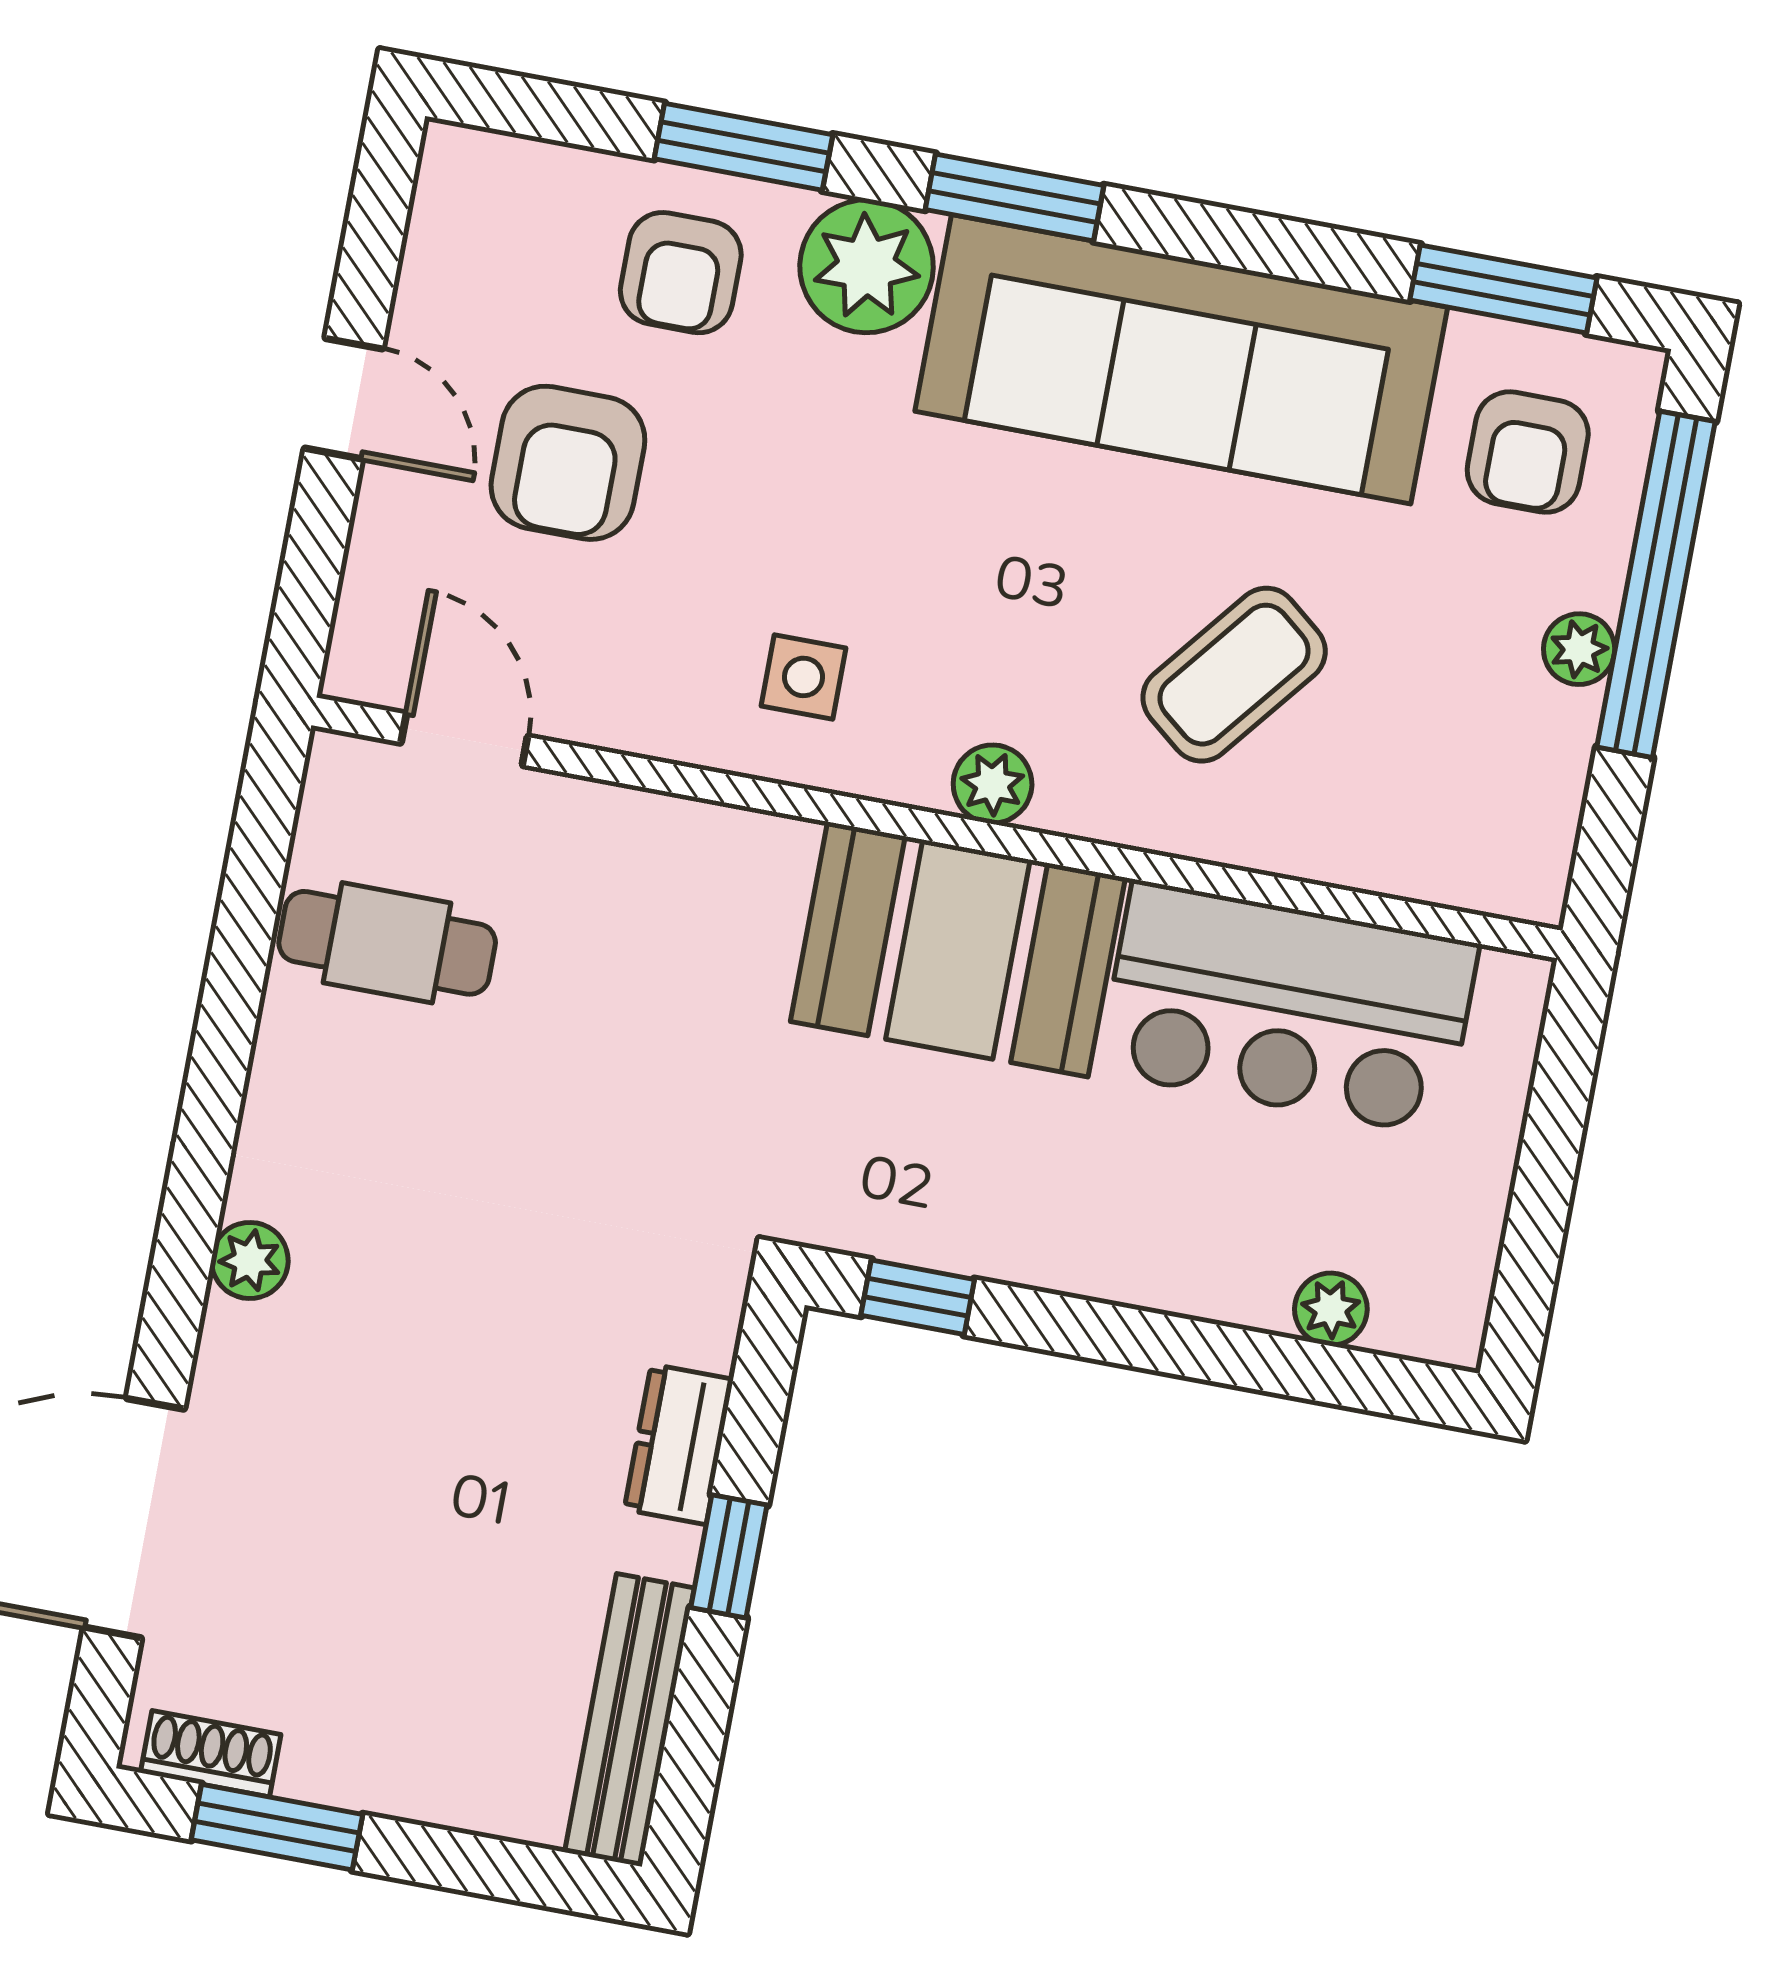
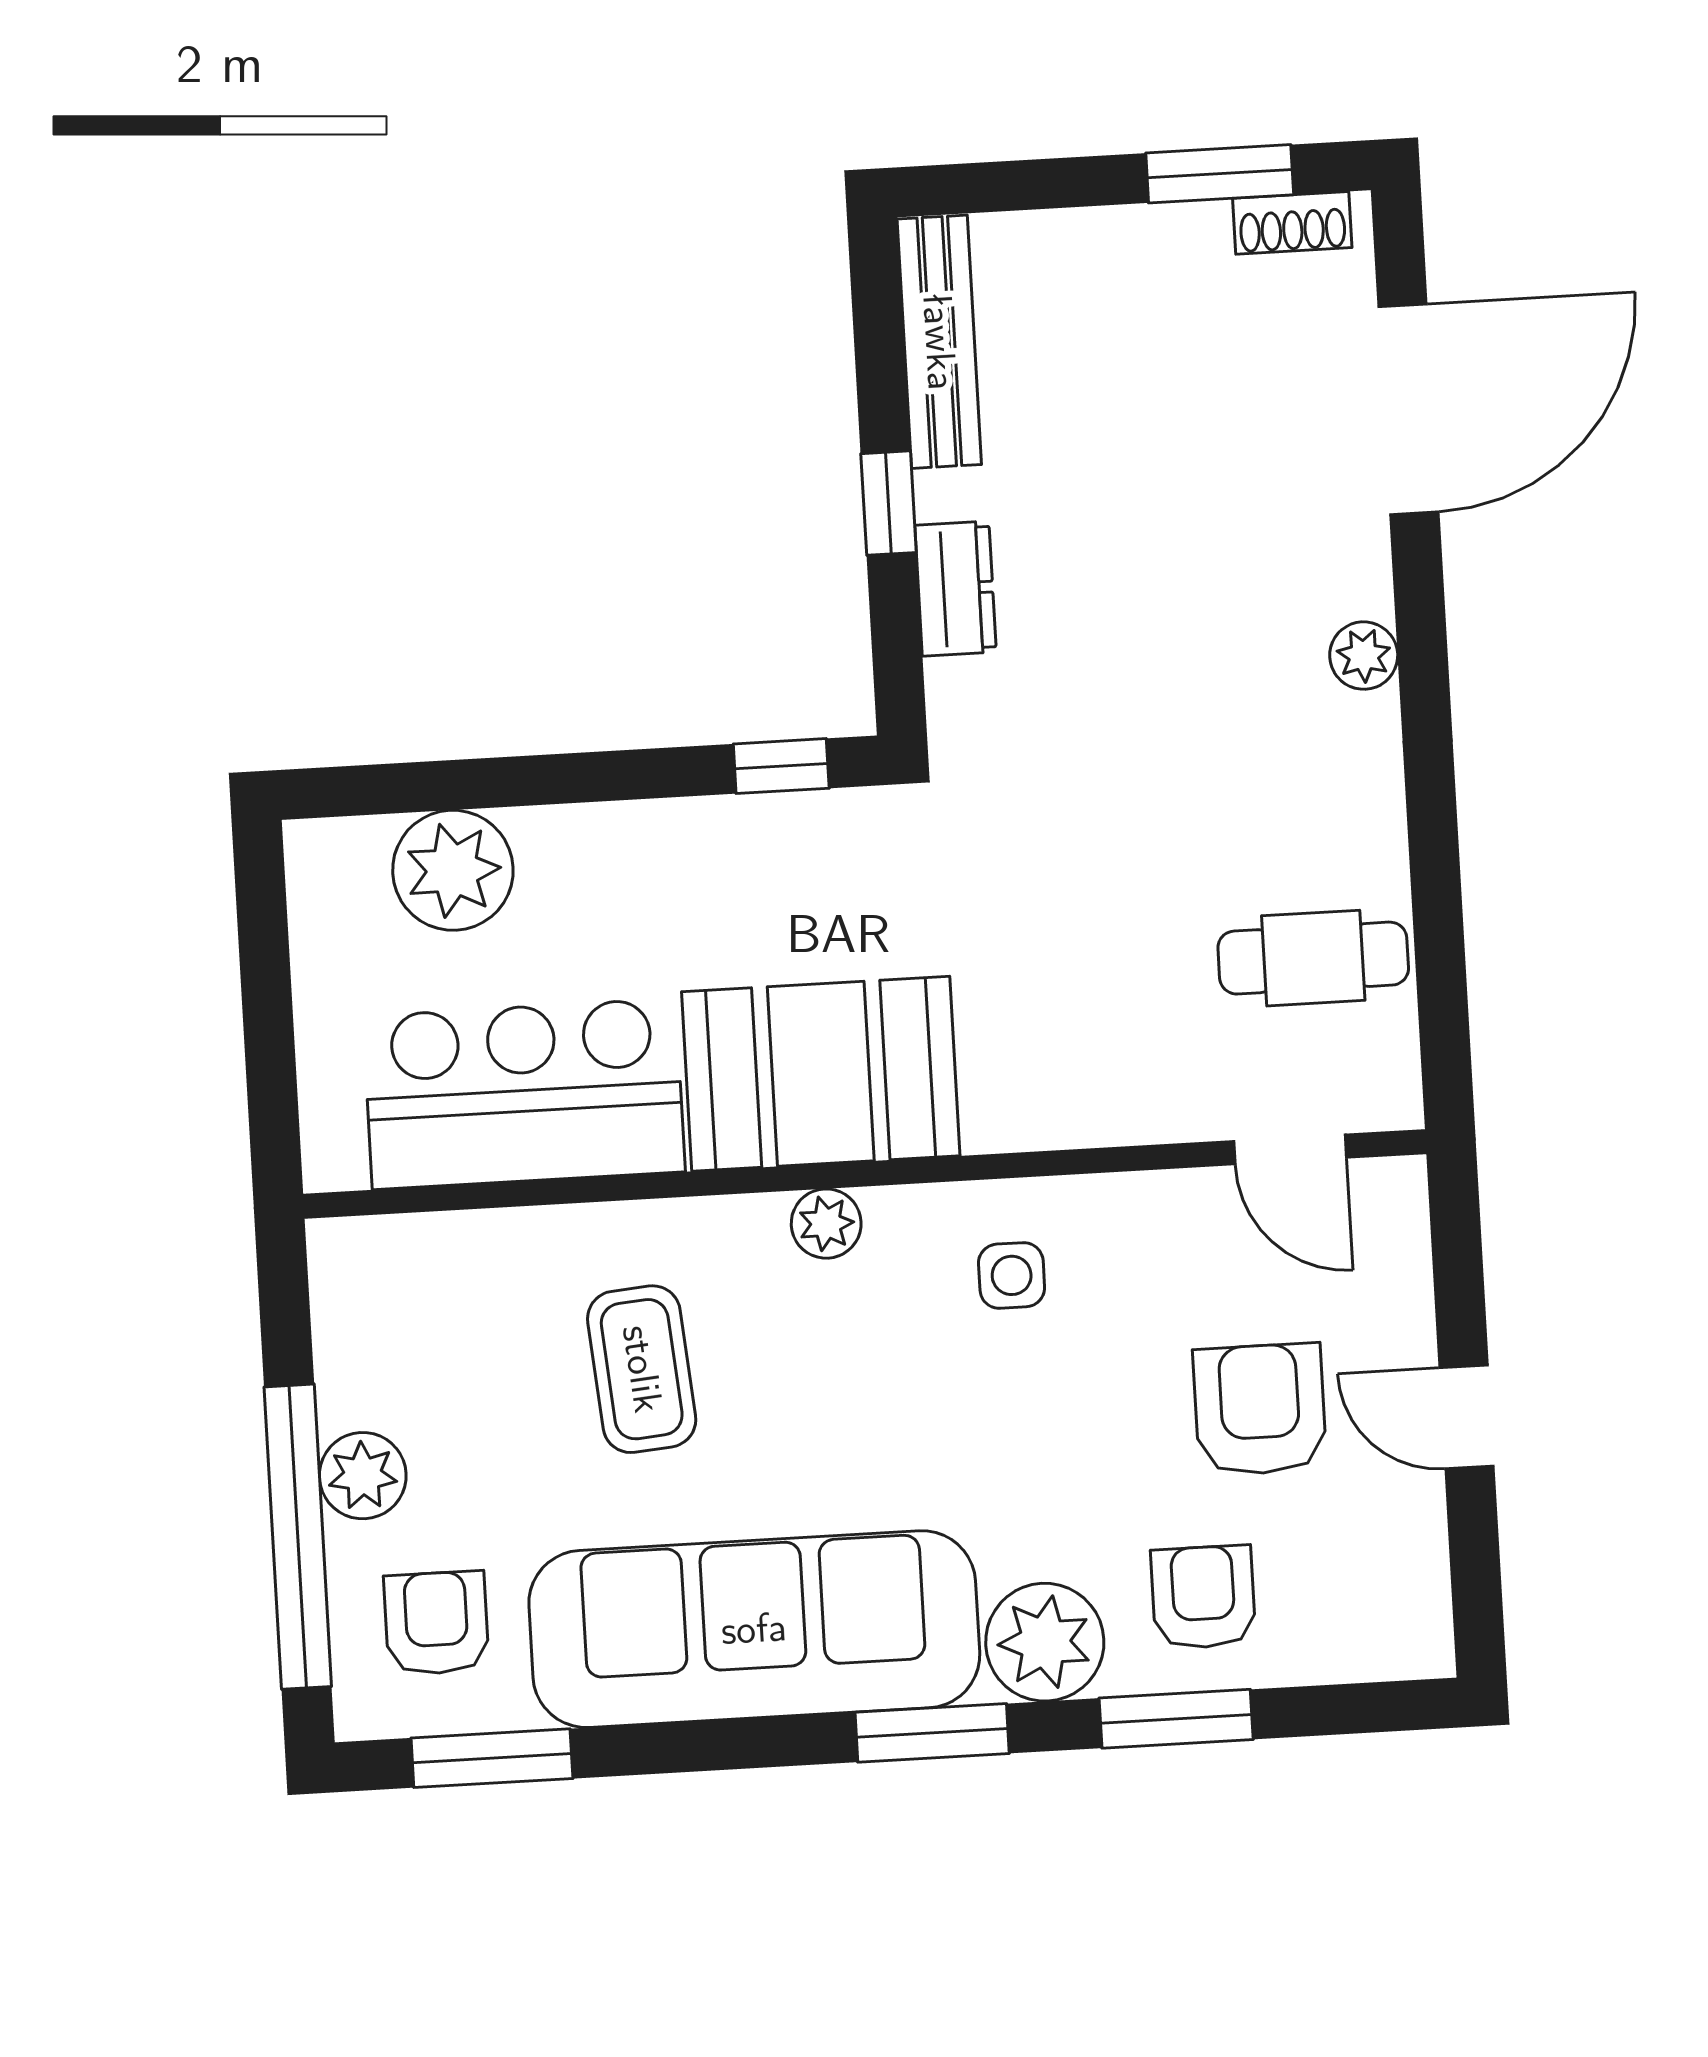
plant: (1579, 649) -> (363, 1476), width x1.38, depth x1.38
coffee table: (1234, 675) -> (642, 1369), turned -44
plant: (1331, 1309) -> (453, 870), width x1.88, depth x1.88

